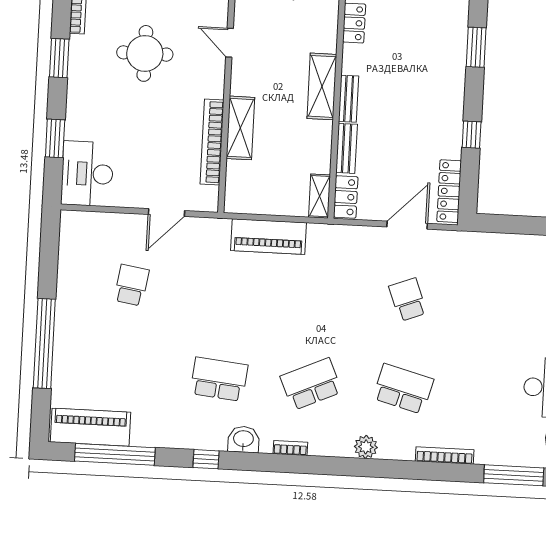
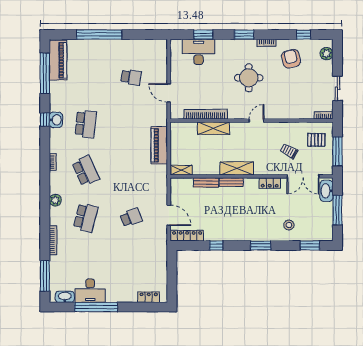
desk: (87, 174) -> (199, 52), moved
locker: (346, 197) -> (181, 183), removed
washbasin: (243, 439) -> (56, 120), moved

